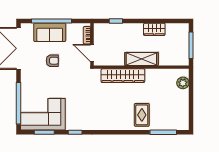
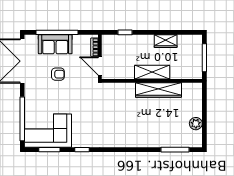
wardrobe: (123, 76) -> (158, 90), moved
plant: (183, 83) -> (196, 124), moved
rug: (142, 115) -> (152, 131), removed

